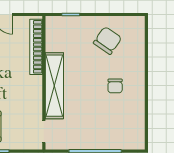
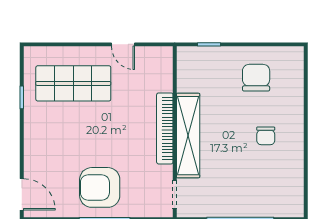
chair: (108, 40) -> (256, 78), turned -35
bookcase: (36, 47) -> (165, 128), moved

